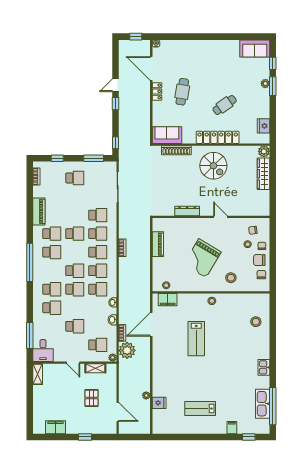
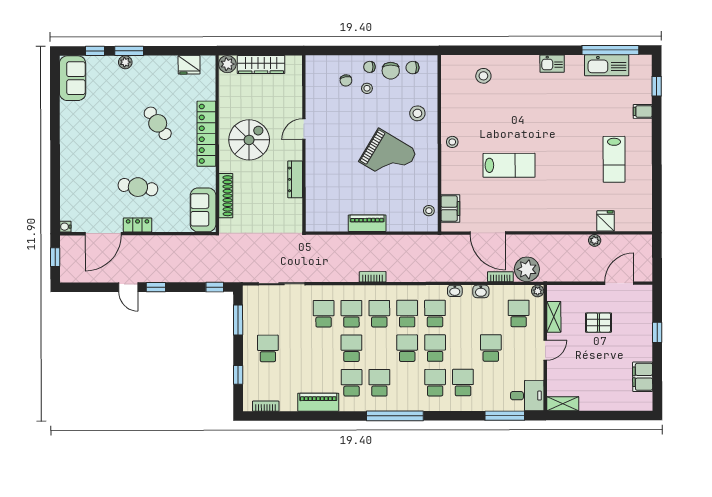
dresser: (187, 211) -> (295, 179), moved
wall: (211, 217) -> (304, 144), moved
door: (221, 217) -> (304, 129), moved

